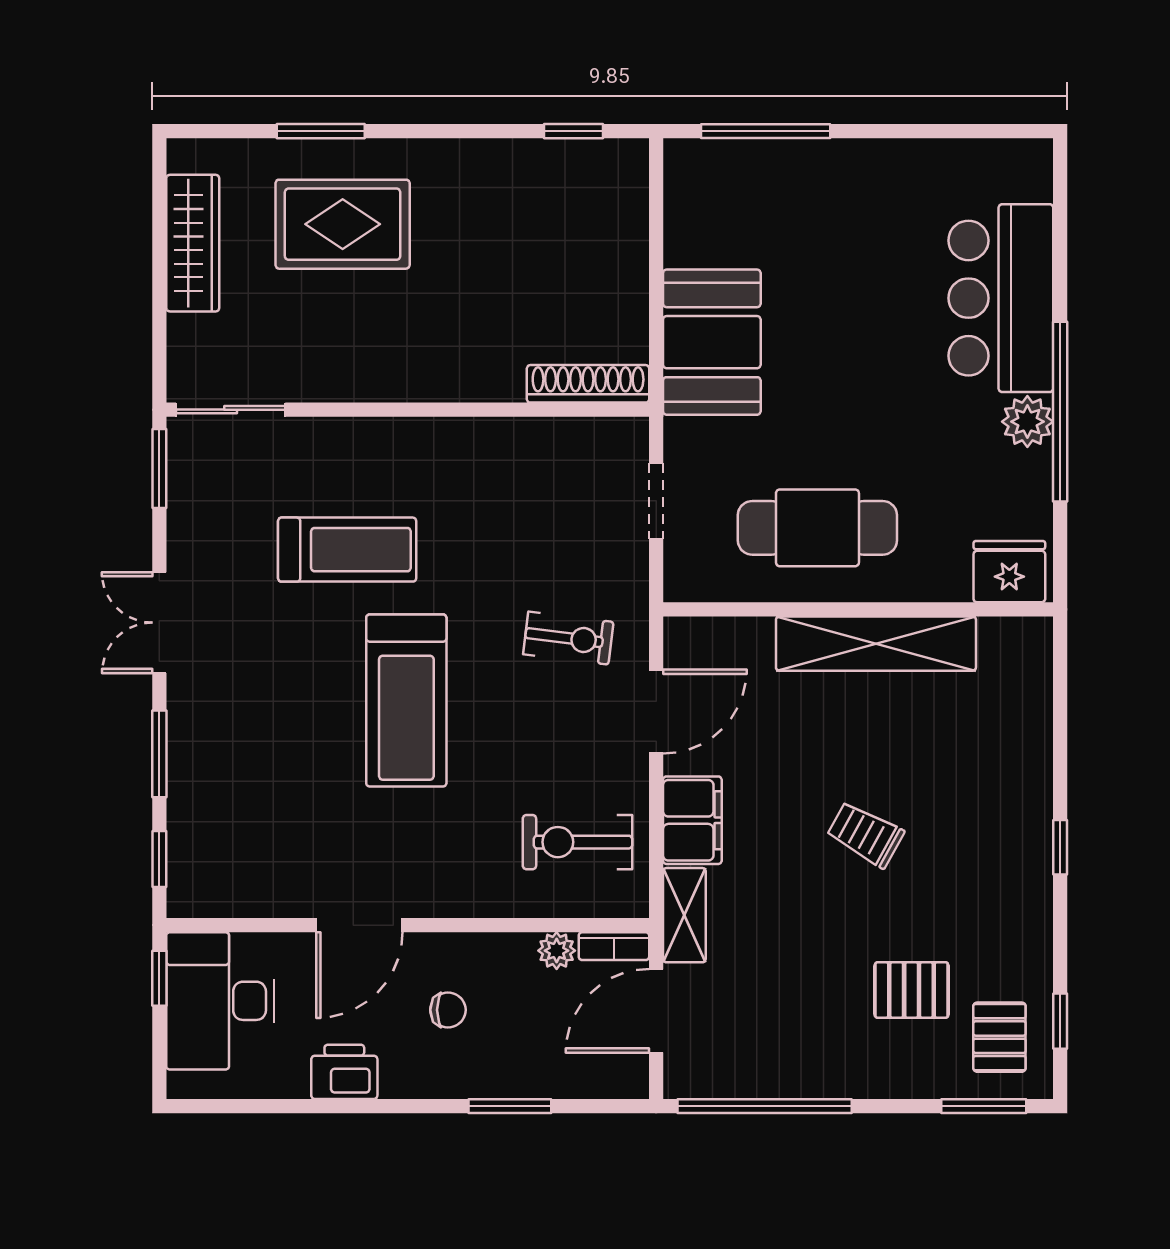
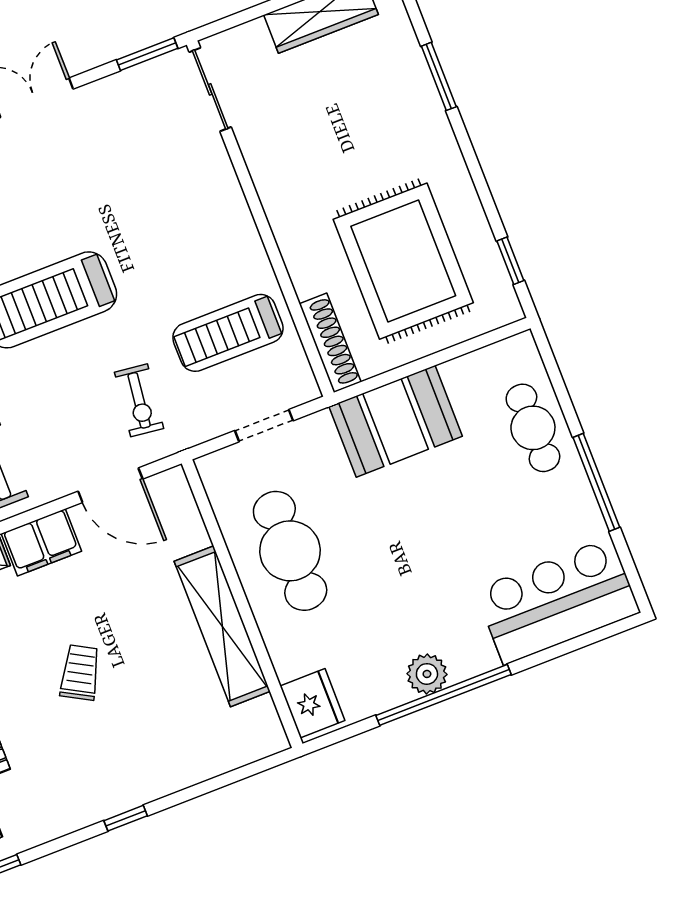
window: (766, 131) -> (596, 482), moved
cafe table: (783, 181) -> (533, 428), added
rug: (343, 224) -> (403, 261), moved, width x1.37, depth x1.44
bar counter: (1001, 298) -> (558, 601), moved
treadmill: (347, 550) -> (228, 333), moved, turned 90

